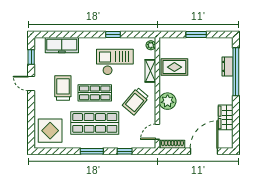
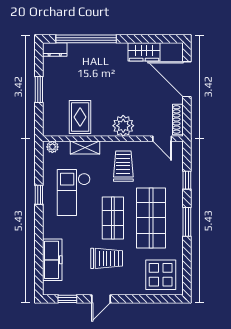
dresser: (228, 66) -> (55, 50), moved
trolley: (63, 88) -> (107, 258), turned 180
trolley: (136, 101) -> (123, 166), turned -130

